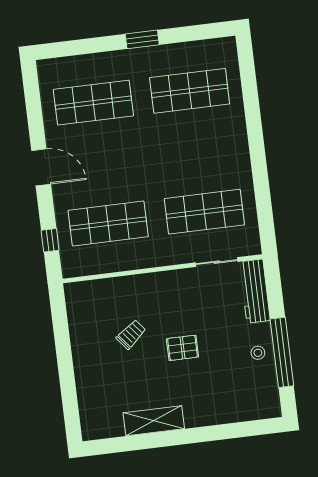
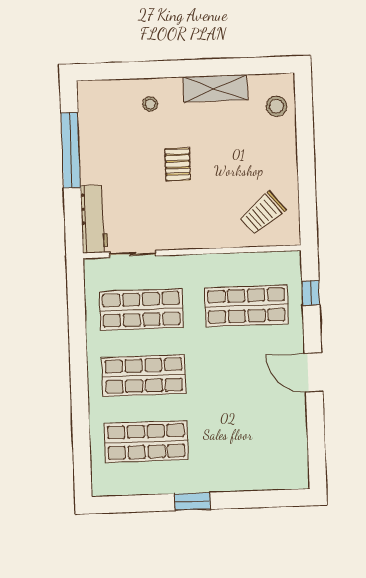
shop shelf: (93, 103) -> (144, 376), moved
trolley: (131, 334) -> (263, 213), moved, width x1.36, depth x1.39
pallet: (182, 348) -> (178, 164), turned 90
stool: (258, 353) -> (150, 104), moved
stool: (96, 409) -> (277, 106), added

